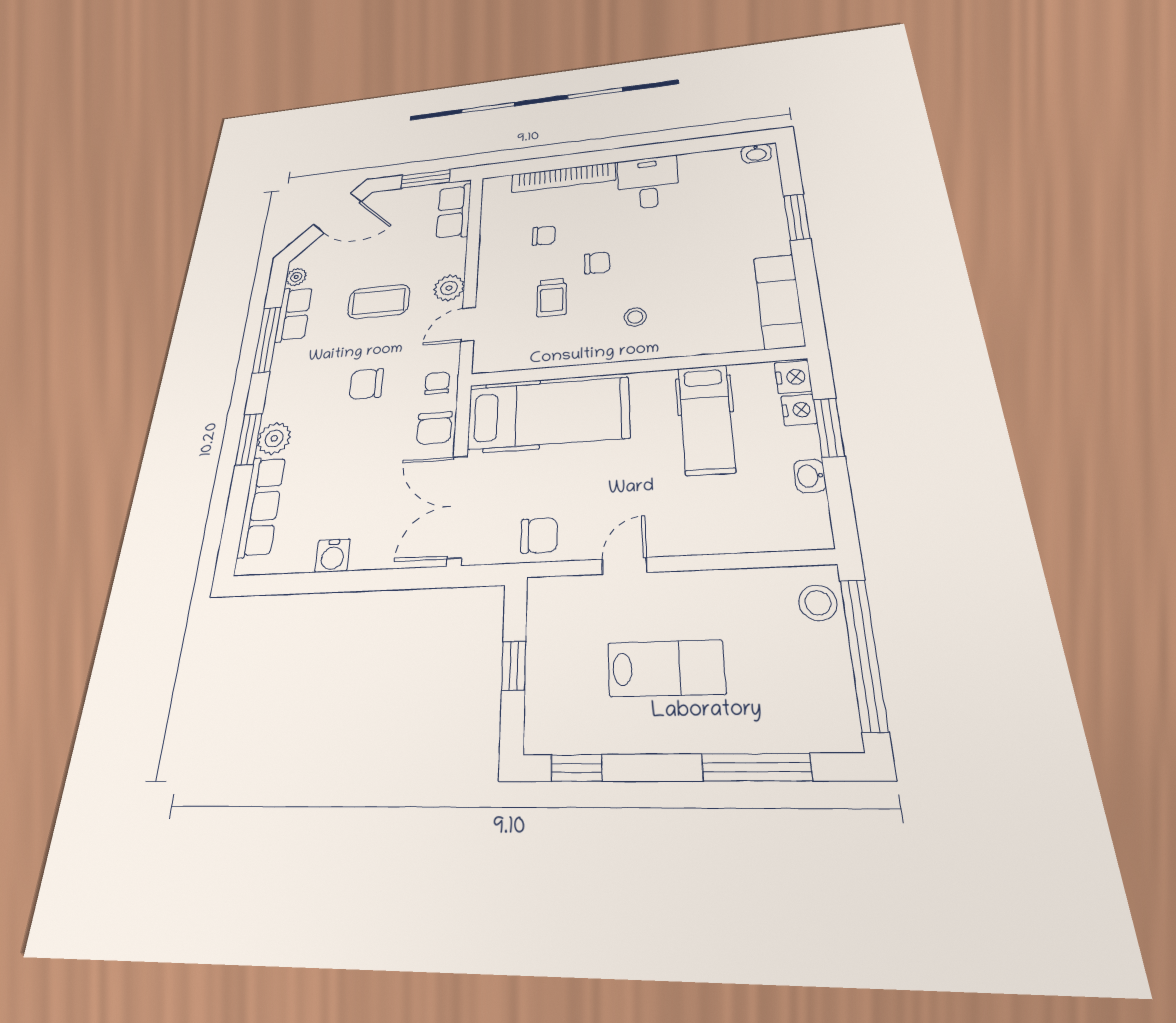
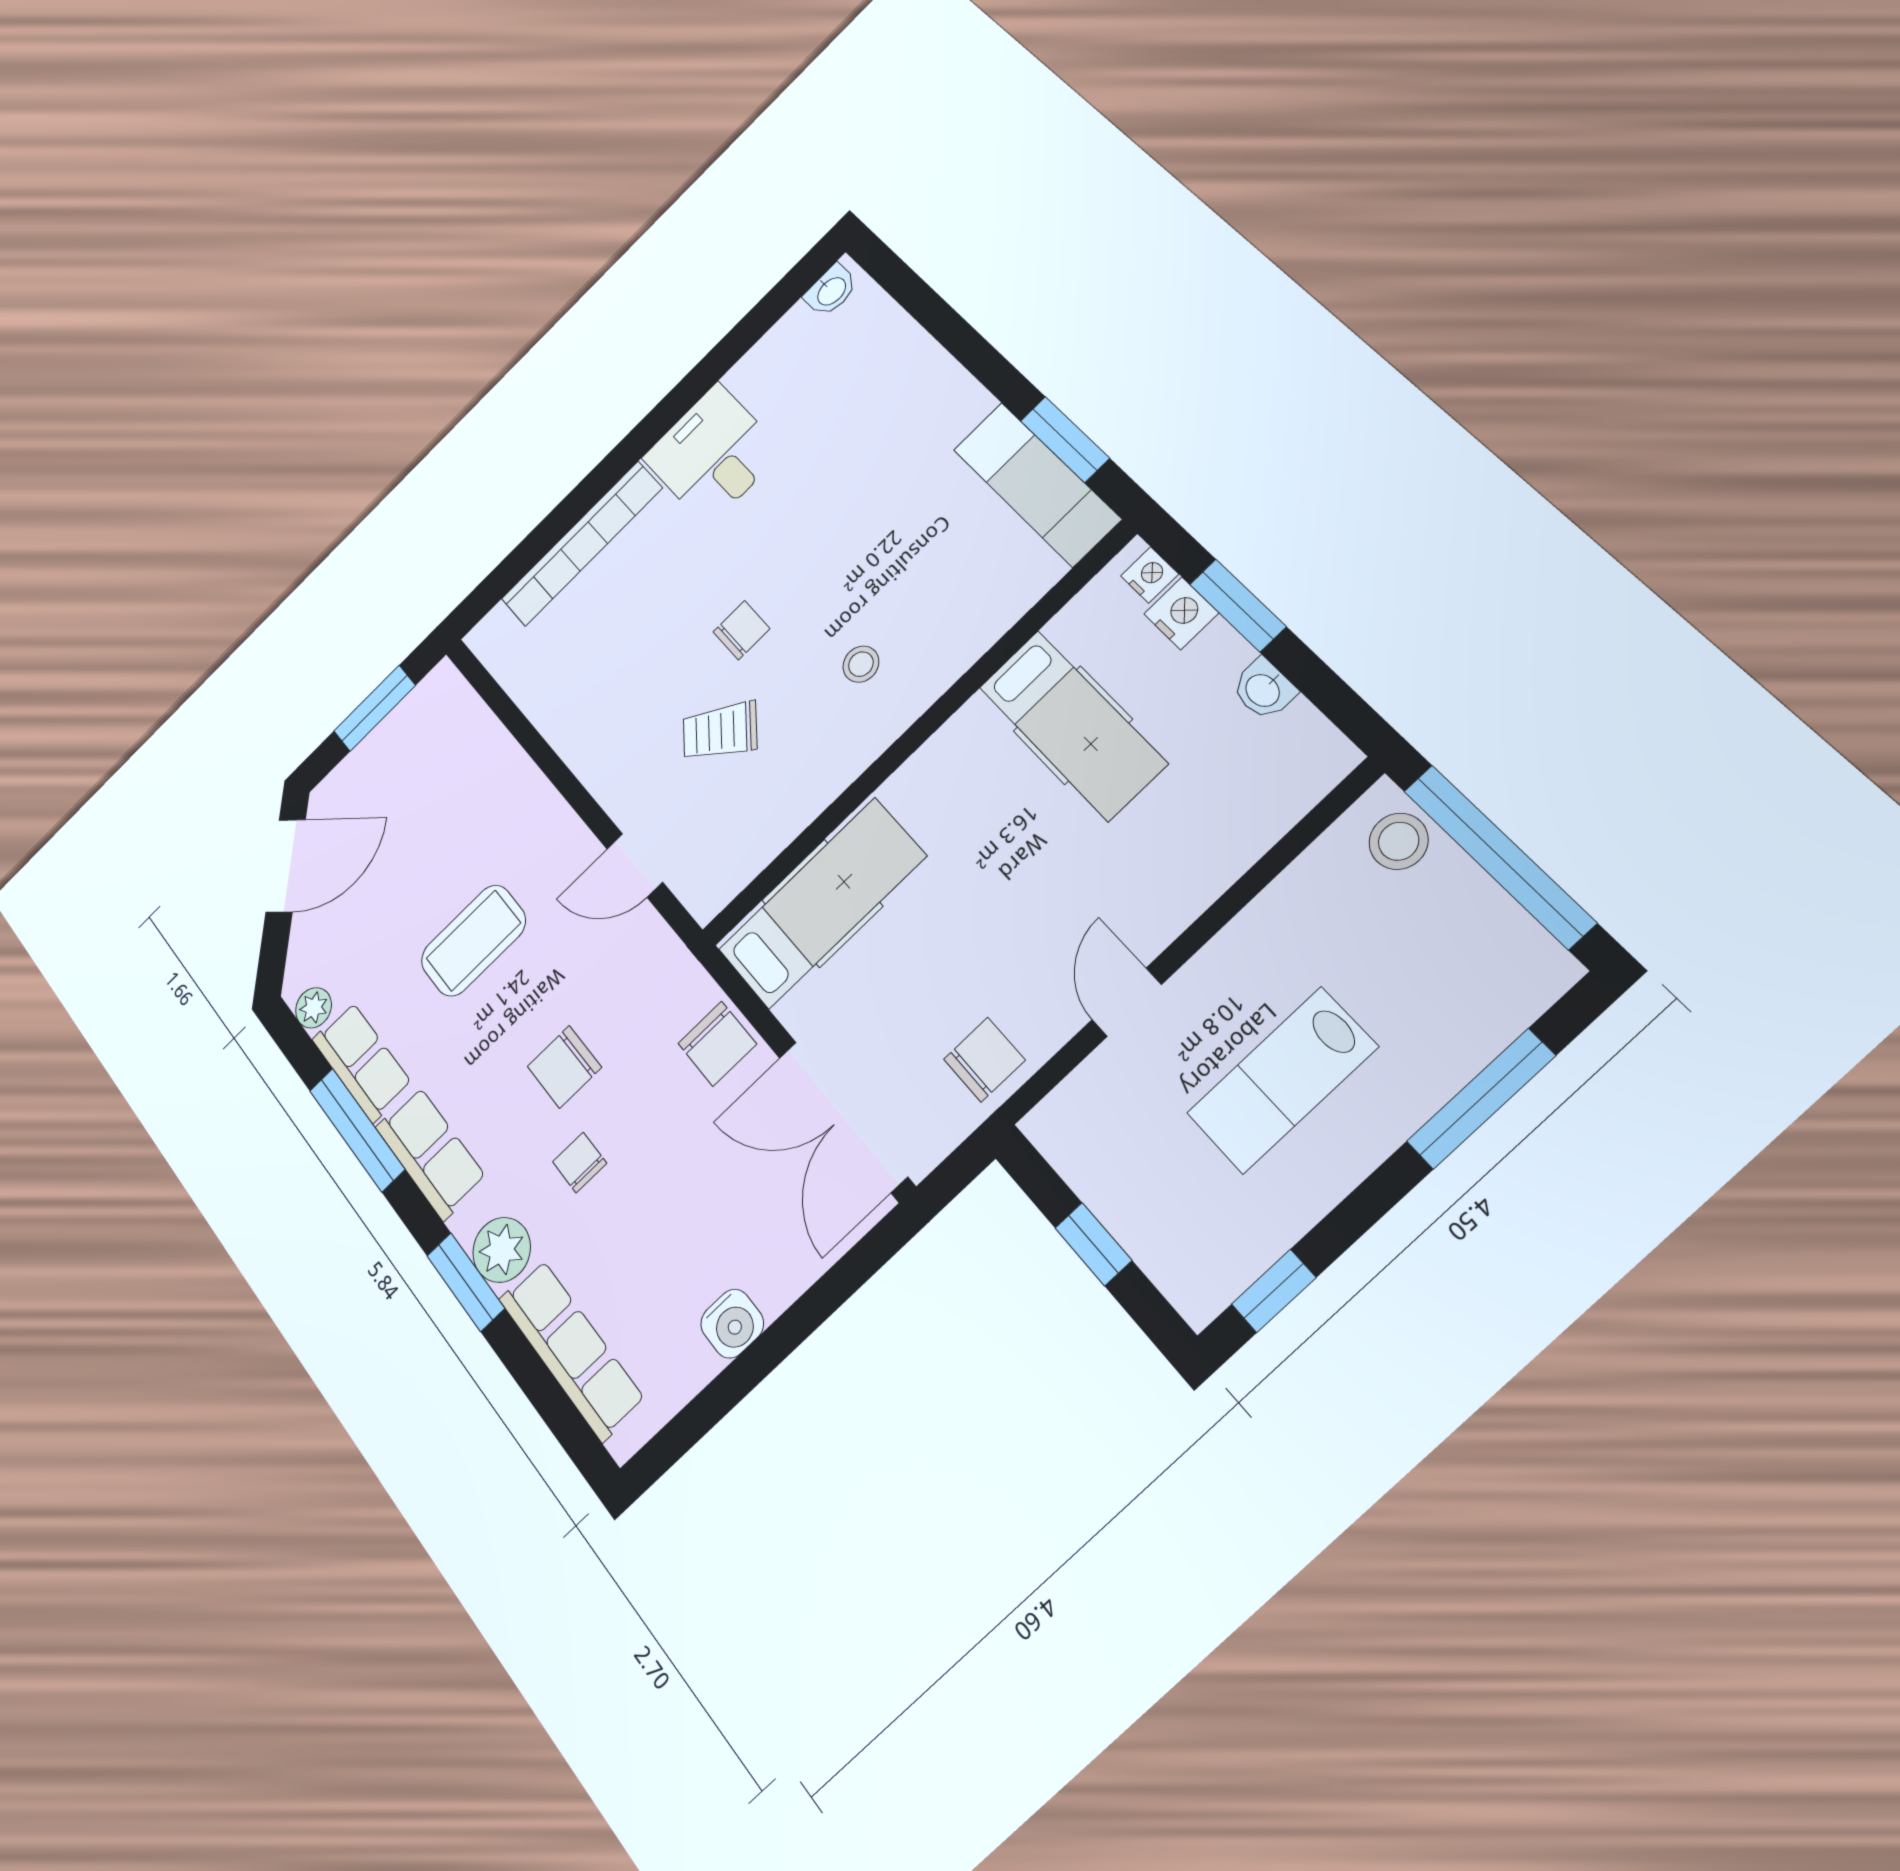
row of seats: (454, 211) -> (431, 1153), moved, turned 180
window: (797, 217) -> (1065, 439), moved
chair: (544, 236) -> (630, 652), removed
plant: (449, 288) -> (560, 838), removed
trolley: (552, 297) -> (720, 731), turned 127
door: (468, 324) -> (635, 866), hinge flipped
nightstand: (793, 377) -> (1150, 575), width x0.72, depth x0.74
chair: (437, 383) -> (580, 1162), moved
hospital bed: (548, 413) -> (822, 903), width x0.73, depth x0.78
lab bench: (666, 668) -> (1282, 1080), turned 180

